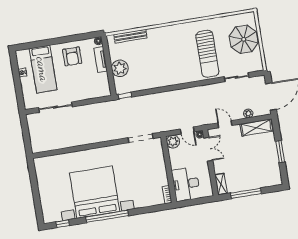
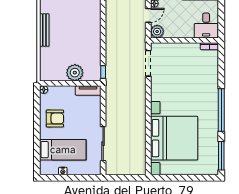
bench: (130, 36) -> (44, 30), moved
tv unit: (101, 59) -> (88, 90), moved
desk: (186, 184) -> (206, 25), width x0.73
bed with nightstands: (95, 192) -> (174, 138), moved, turned 180
window: (63, 224) -> (221, 156), width x2.17

